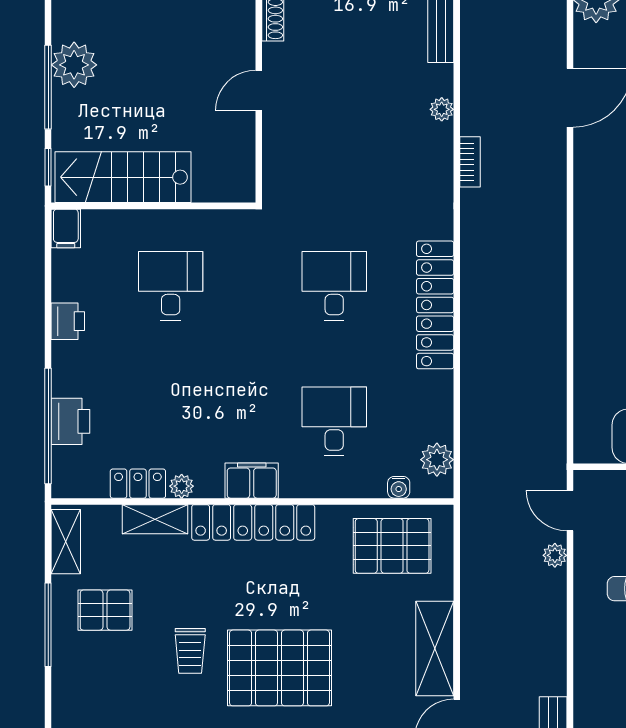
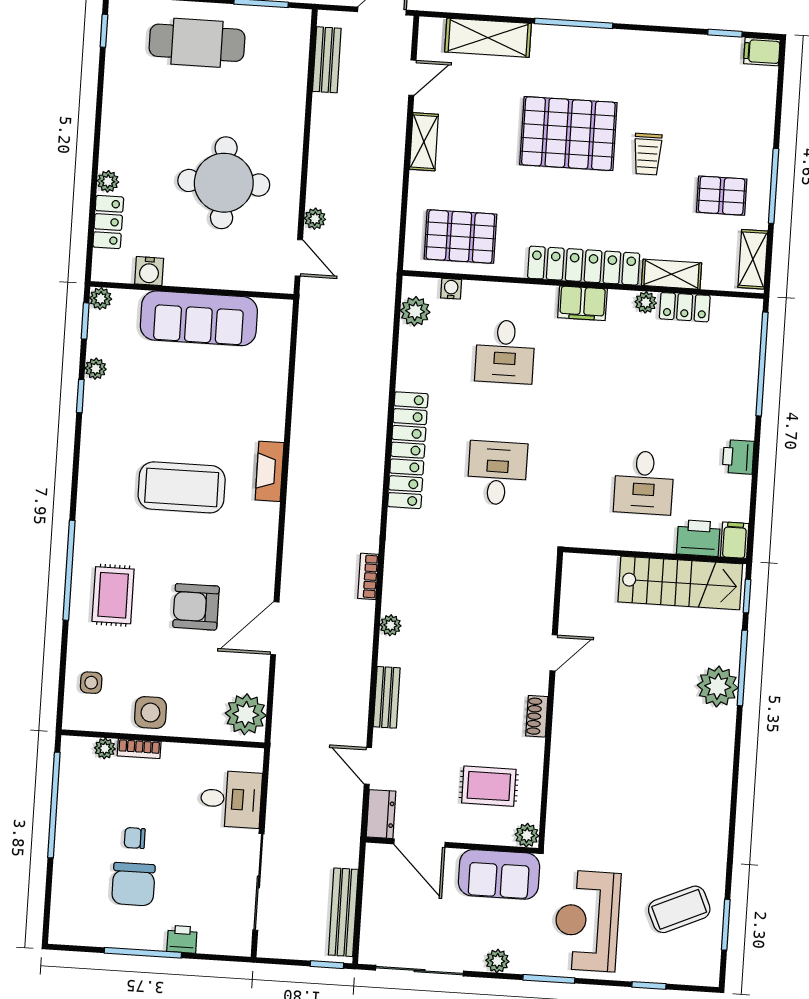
fireplace: (587, 272) -> (270, 471), added
desk: (334, 286) -> (497, 473), turned 180
printer: (70, 421) -> (698, 538), moved, turned 90
shelving: (435, 649) -> (424, 142), width x0.67, depth x0.75
trolley: (190, 651) -> (648, 154), turned 180

